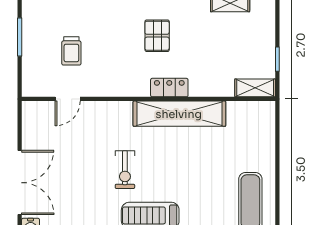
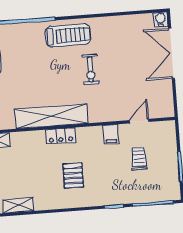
filing cabinet: (105, 85) -> (111, 134), added
exercise bike: (125, 170) -> (90, 69), turned 180

